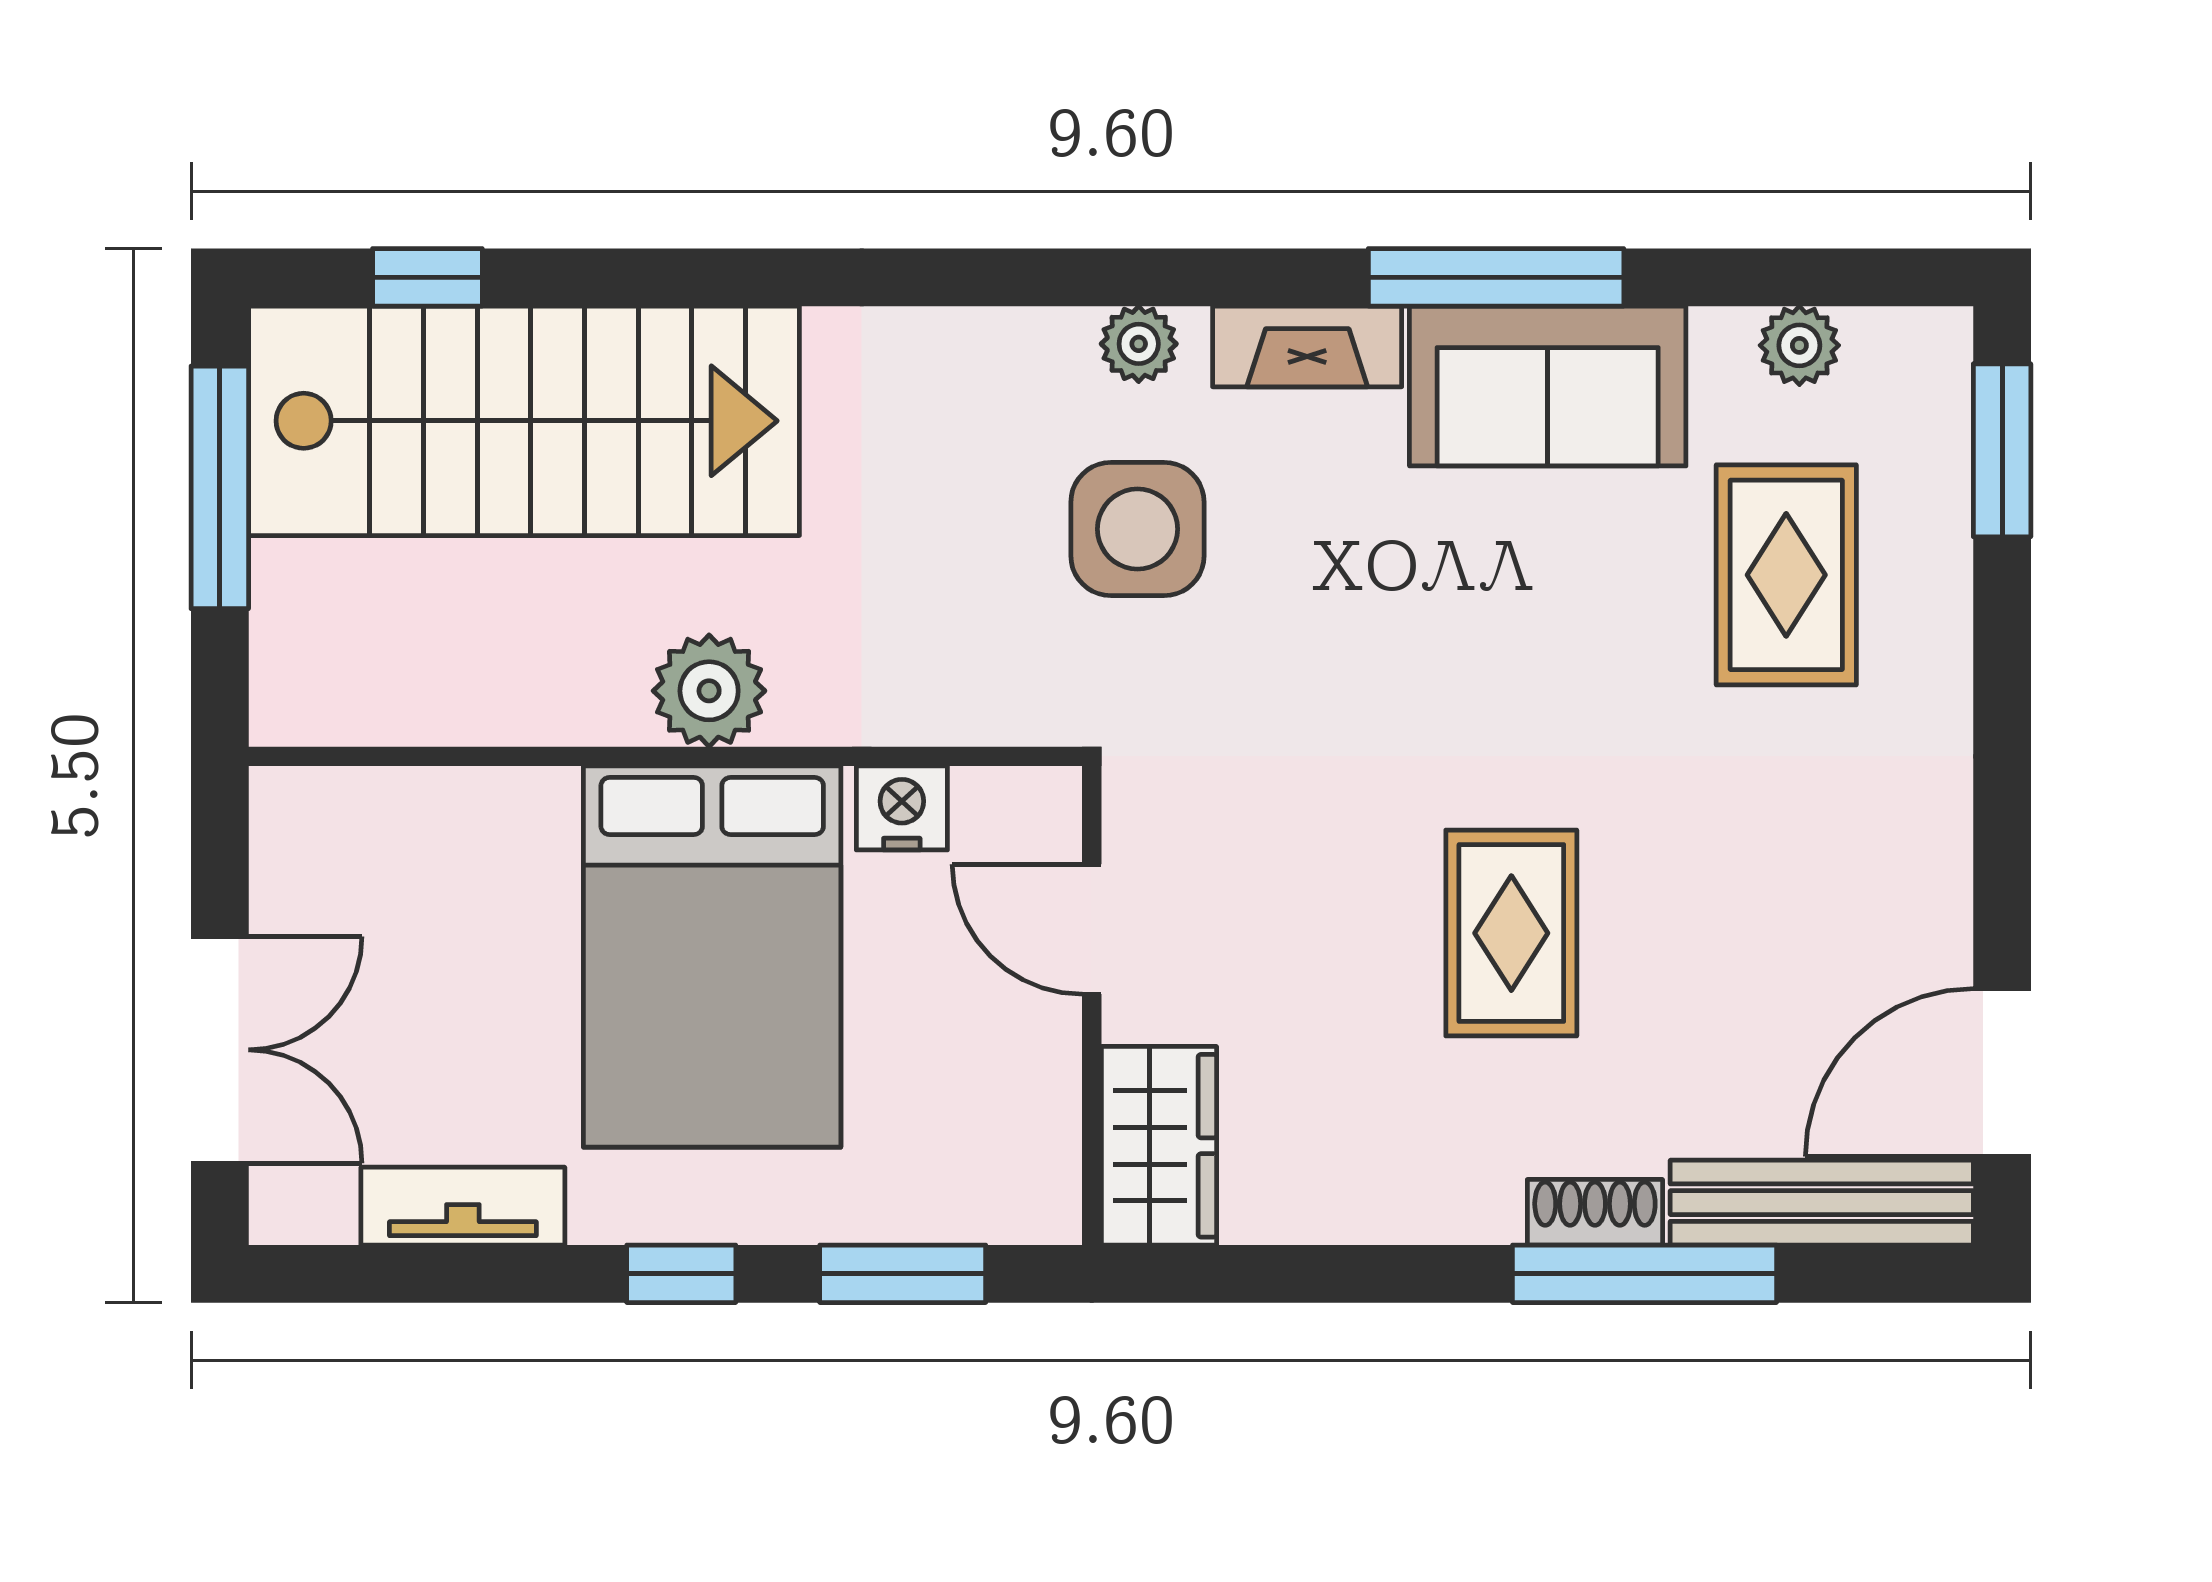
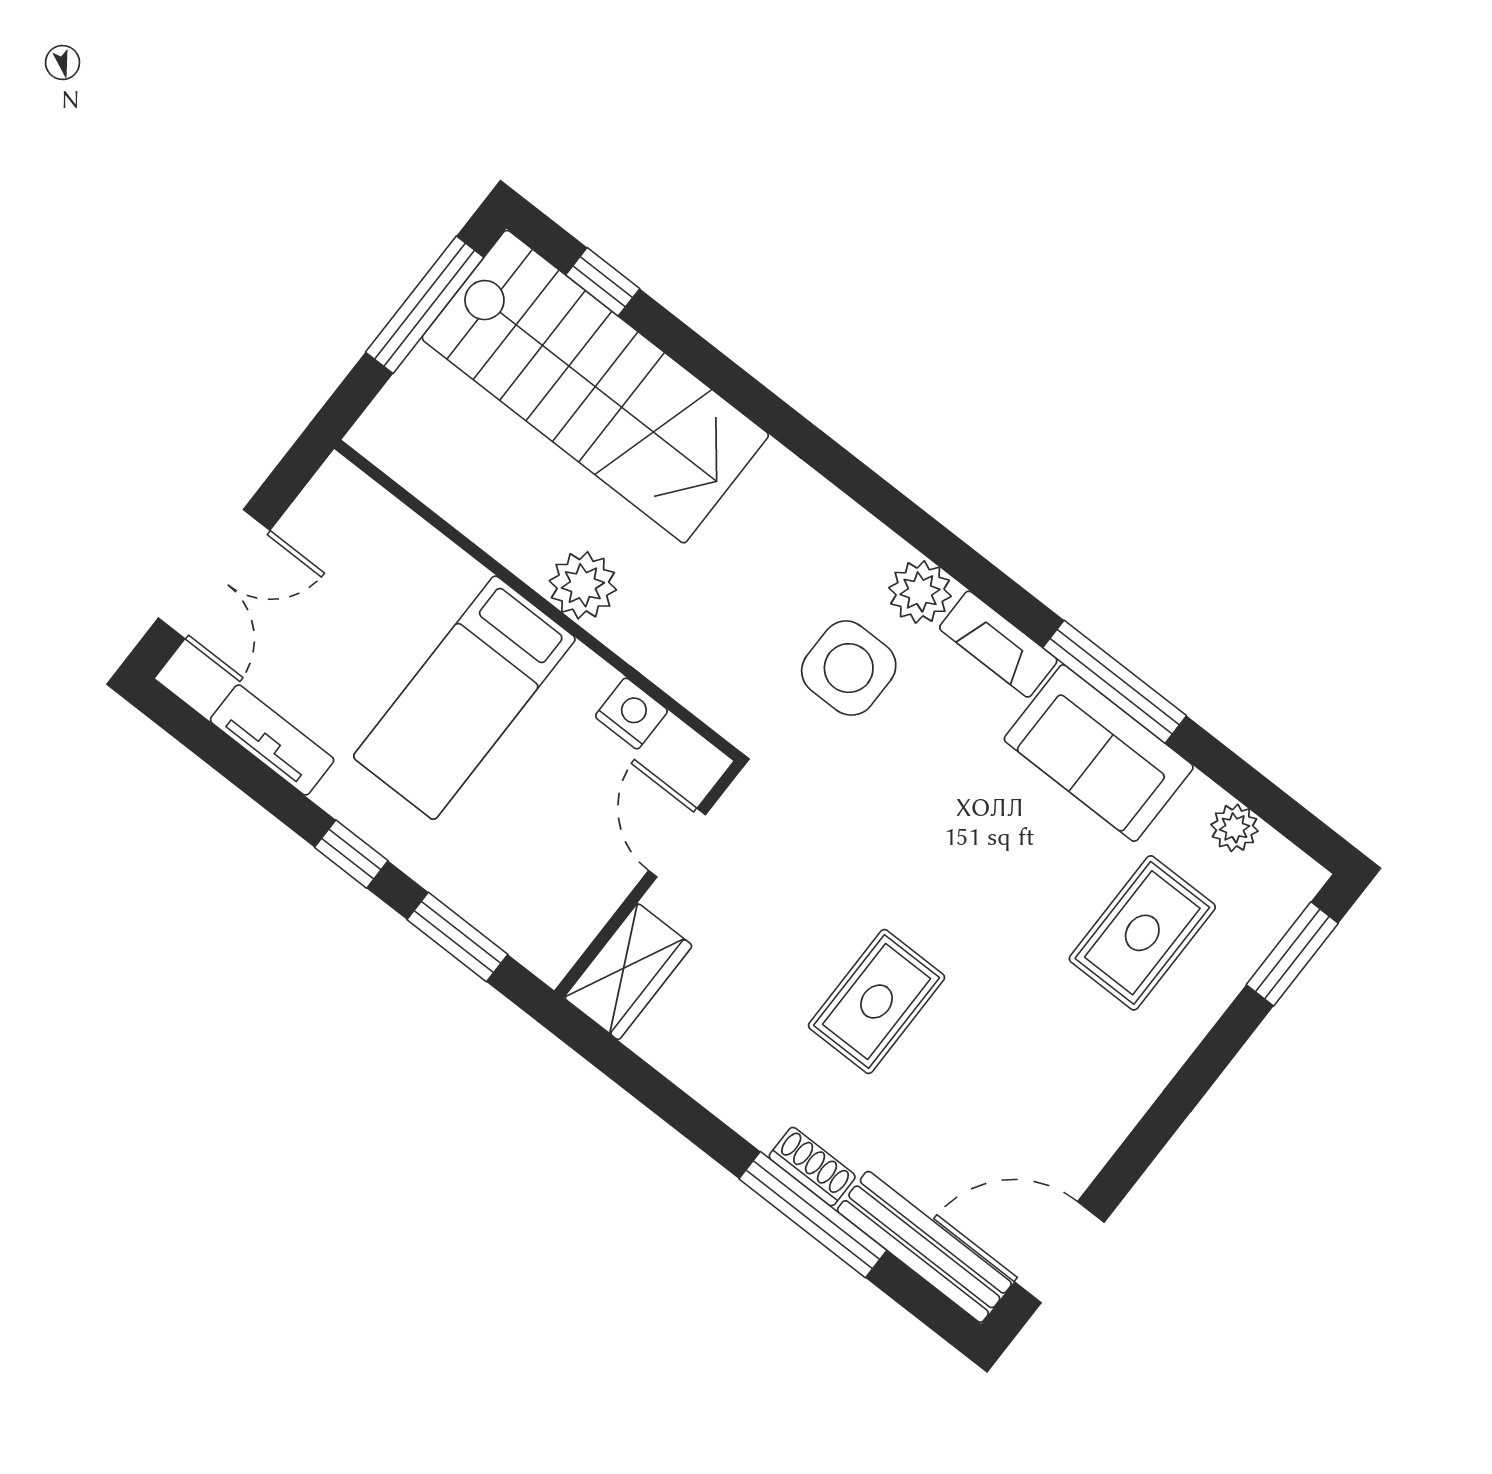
plant: (1139, 344) -> (920, 592), width x1.38, depth x1.38
bed: (712, 957) -> (464, 698), width x0.67

